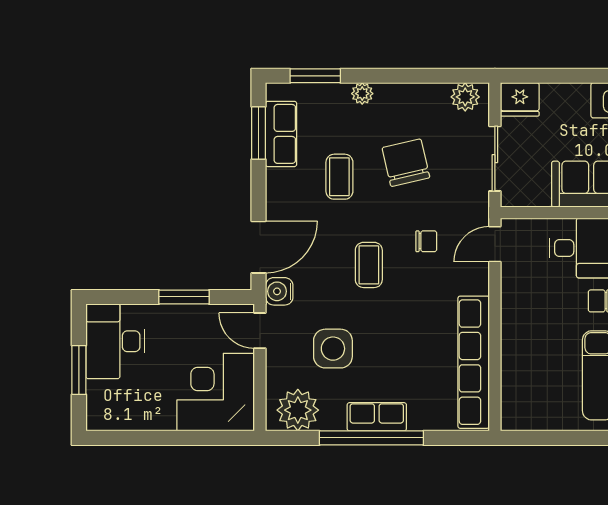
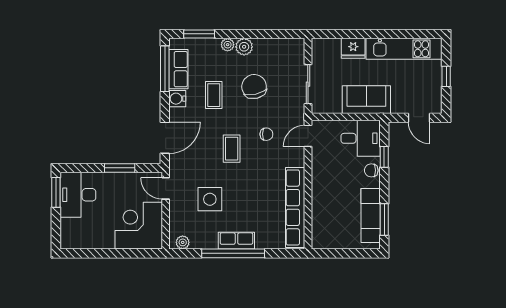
plant: (465, 97) -> (244, 47), moved
fridge: (520, 99) -> (353, 48), moved
window: (259, 133) -> (165, 69), width x1.44
water cooler: (279, 291) -> (177, 99), moved
window: (79, 370) -> (56, 192), moved
plant: (298, 410) -> (183, 242), width x0.53, depth x0.53

